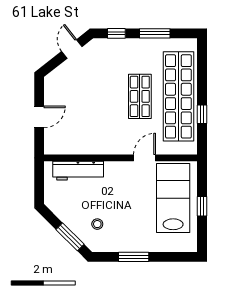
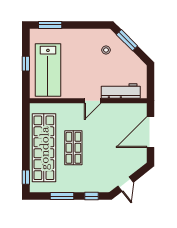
window: (202, 114) -> (26, 177), moved
door: (39, 117) -> (151, 132), width x1.87
door: (145, 158) -> (93, 101), moved
window: (134, 257) -> (50, 25), moved

